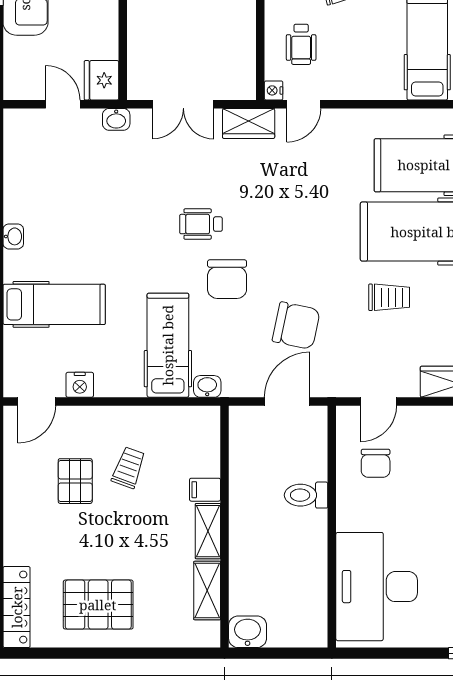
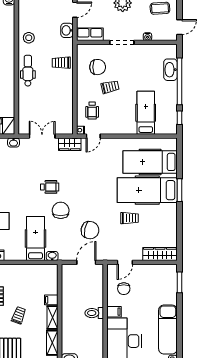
double door: (183, 104) -> (42, 136), swing flipped
wheelchair: (201, 224) -> (50, 187), turned 180
chair: (227, 279) -> (61, 210), turned 180
trolley: (129, 468) -> (19, 315), moved
toilet: (306, 495) -> (94, 313), moved
filing cabinet: (353, 518) -> (114, 312), added

